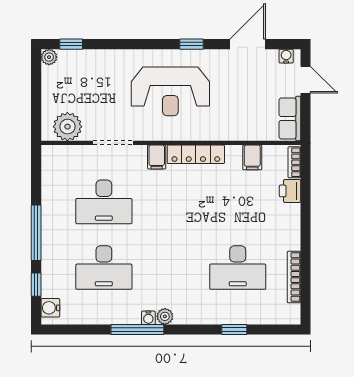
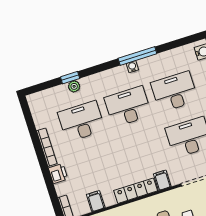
printer: (290, 191) -> (58, 173), moved
desk: (171, 267) -> (128, 107), added
bookcase: (294, 277) -> (47, 147), moved
plant: (165, 316) -> (74, 86), moved

